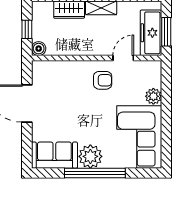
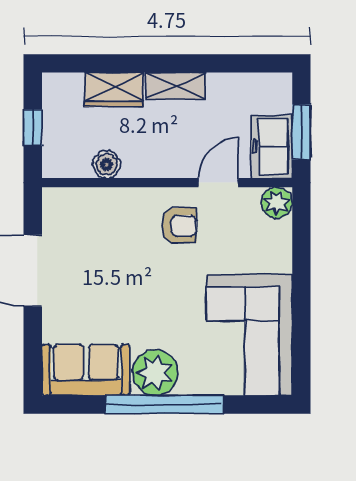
freezer: (151, 33) -> (272, 147), width x0.71
boiler: (39, 49) -> (106, 164), moved
plant: (153, 96) -> (277, 203), moved

